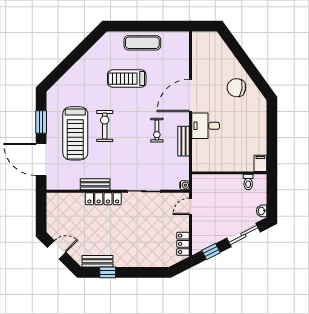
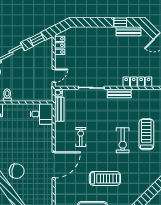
desk: (206, 126) -> (41, 114), moved
treadmill: (75, 133) -> (146, 134), width x0.73, depth x0.73
bench: (183, 141) -> (59, 109), moved
bench: (95, 184) -> (119, 93), moved
locker: (103, 199) -> (137, 82), moved

